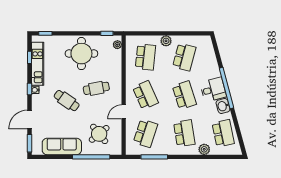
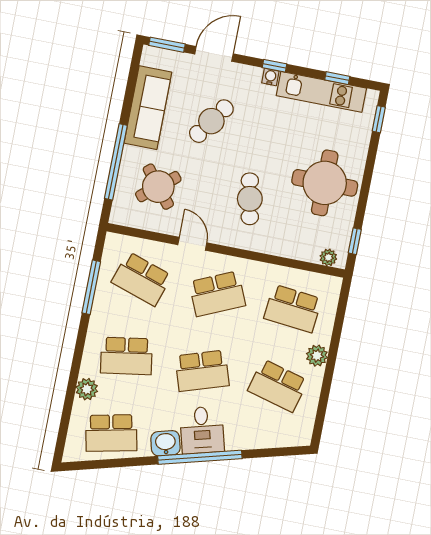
cafe table: (67, 101) -> (211, 121), moved
door: (29, 120) -> (214, 54), hinge flipped

